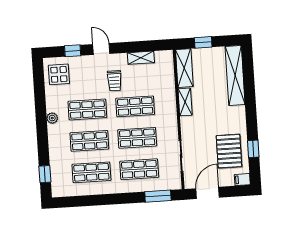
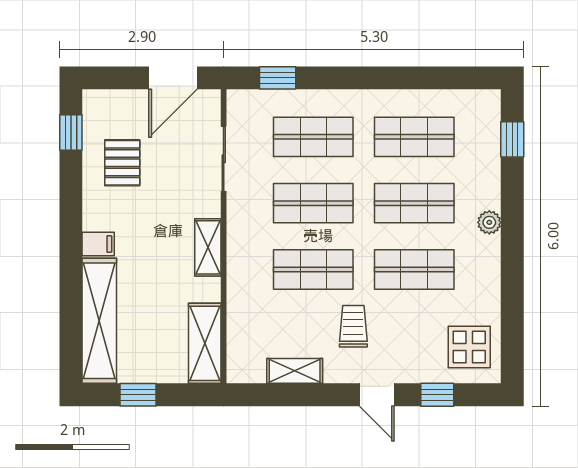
window: (203, 42) -> (138, 395), moved
shelving: (185, 102) -> (208, 247), moved
plant: (52, 118) -> (489, 222), moved
window: (253, 149) -> (71, 132), moved
pallet: (229, 151) -> (122, 163), width x0.67, depth x0.71
filing cabinet: (242, 180) -> (98, 244), moved
window: (158, 196) -> (278, 78), width x0.67

